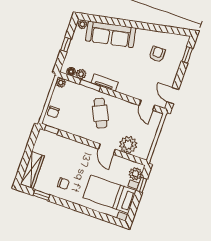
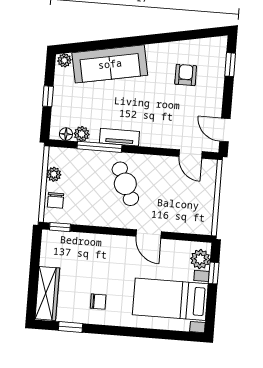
plant: (61, 83) -> (54, 174), moved
window: (90, 85) -> (99, 147), width x1.44
plant: (128, 145) -> (178, 219), removed

